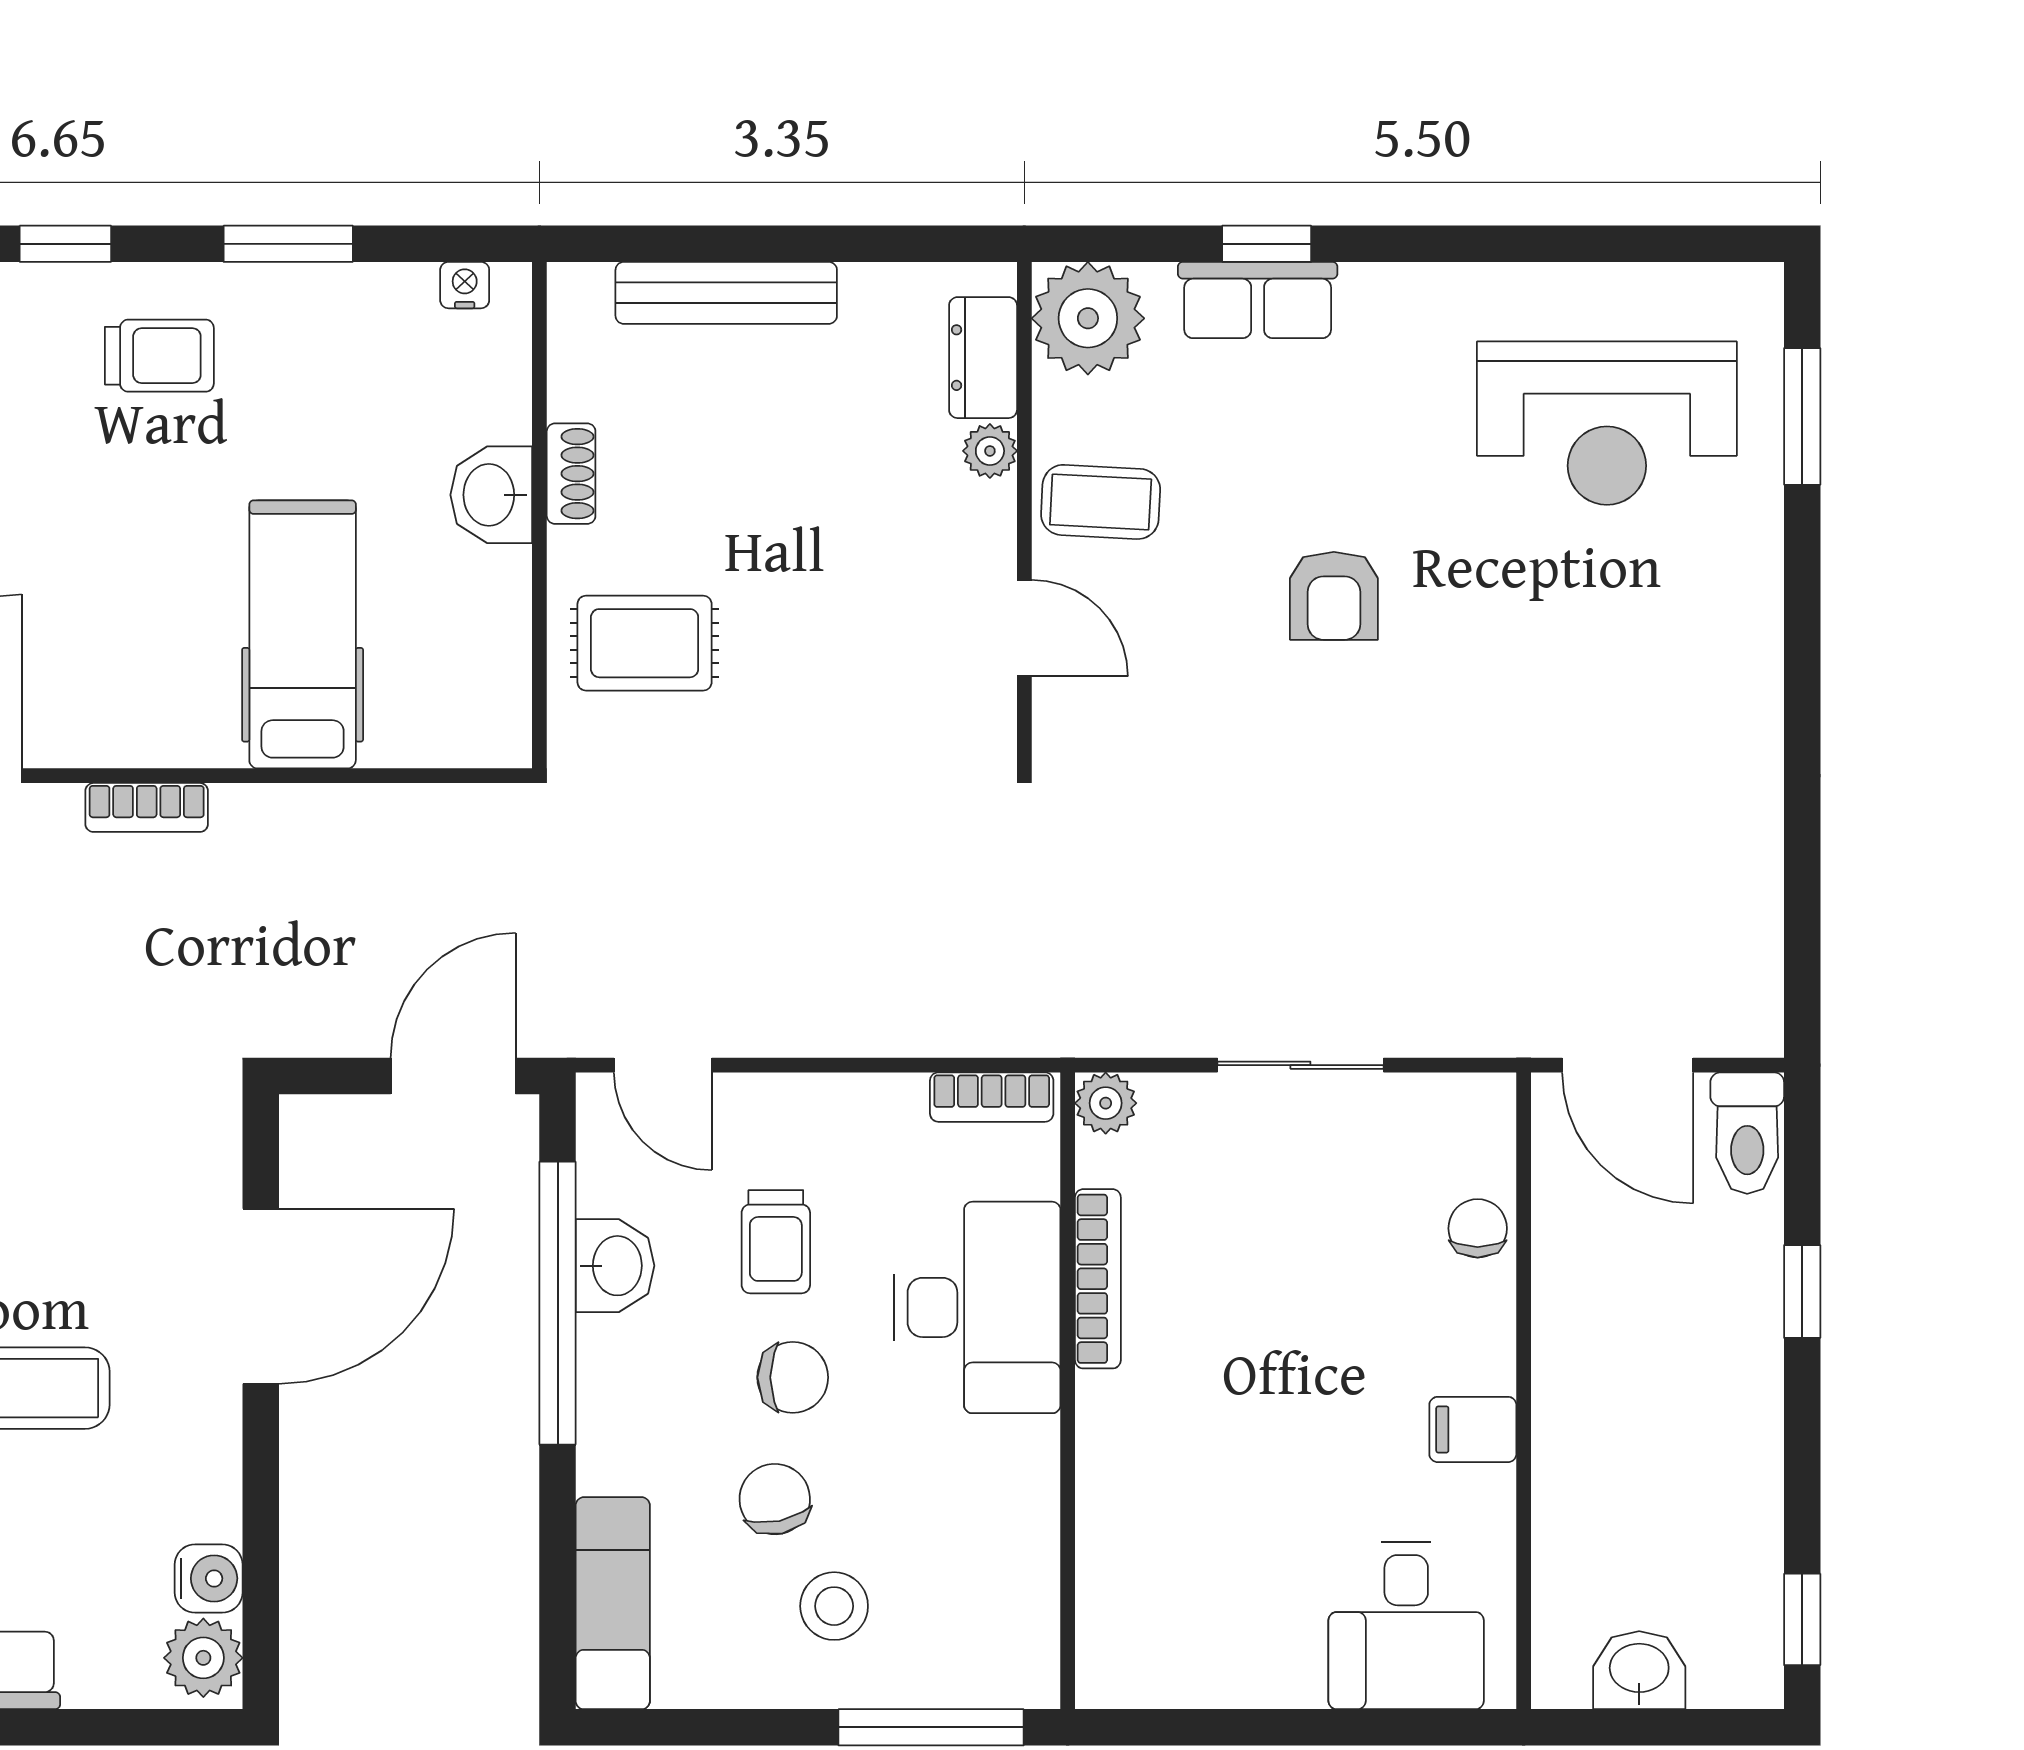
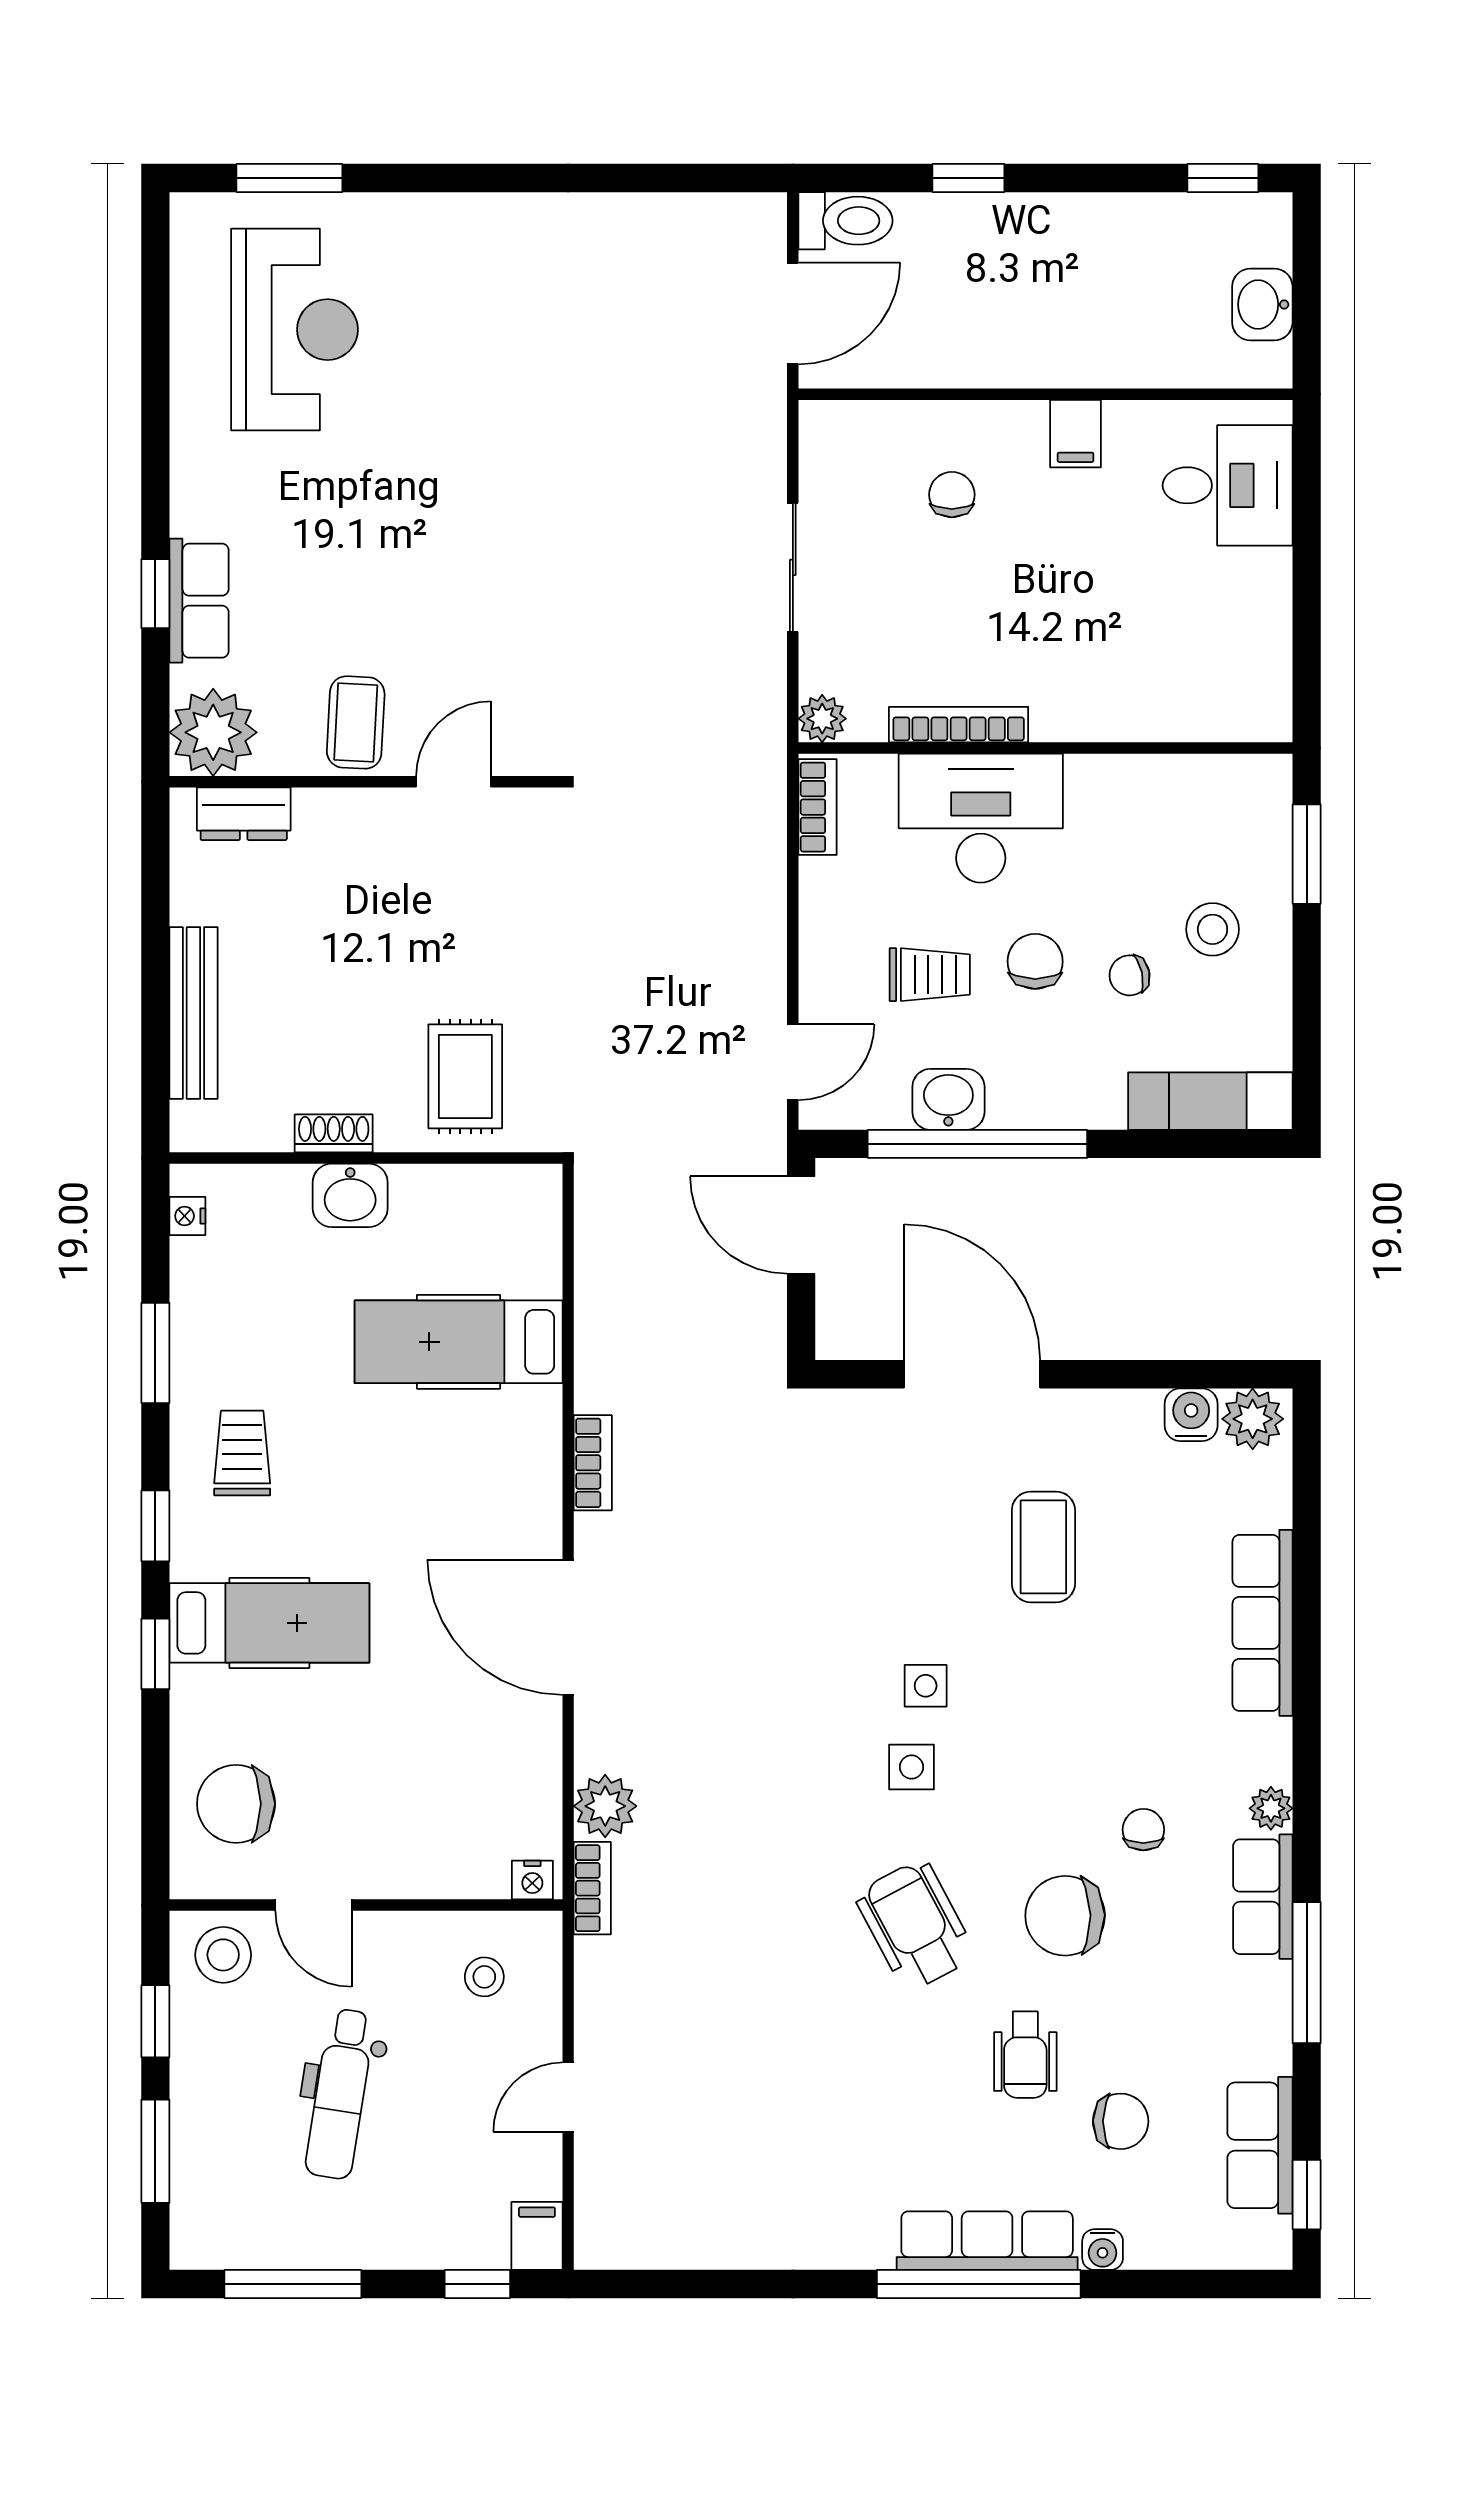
plant: (990, 451) -> (316, 808), removed
armchair: (1334, 596) -> (429, 541), removed
chair: (1478, 1228) -> (952, 495), moved, turned 90
chair: (775, 1499) -> (1130, 975), width x0.73, depth x0.73
window: (931, 1727) -> (1307, 854), width x0.69

